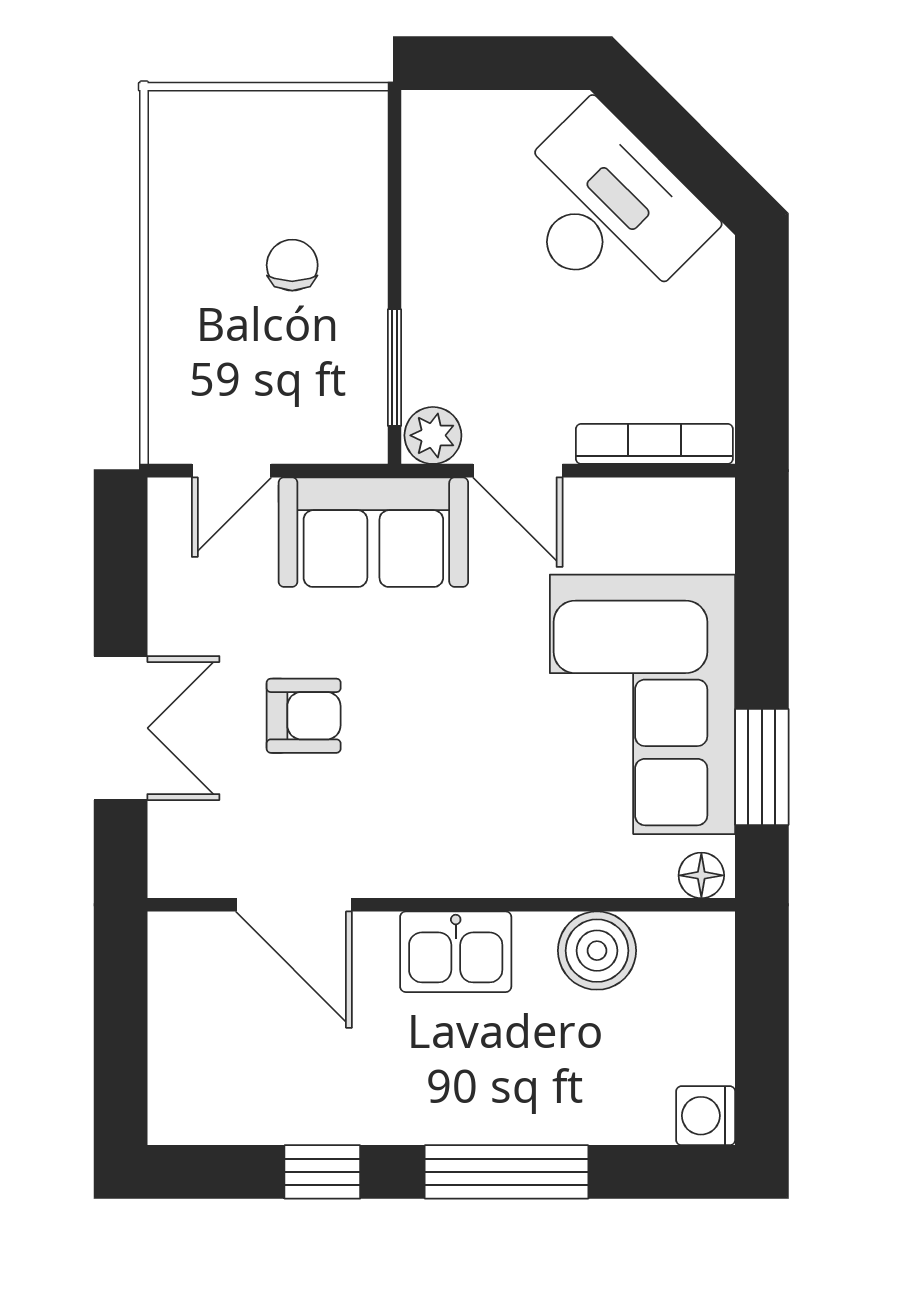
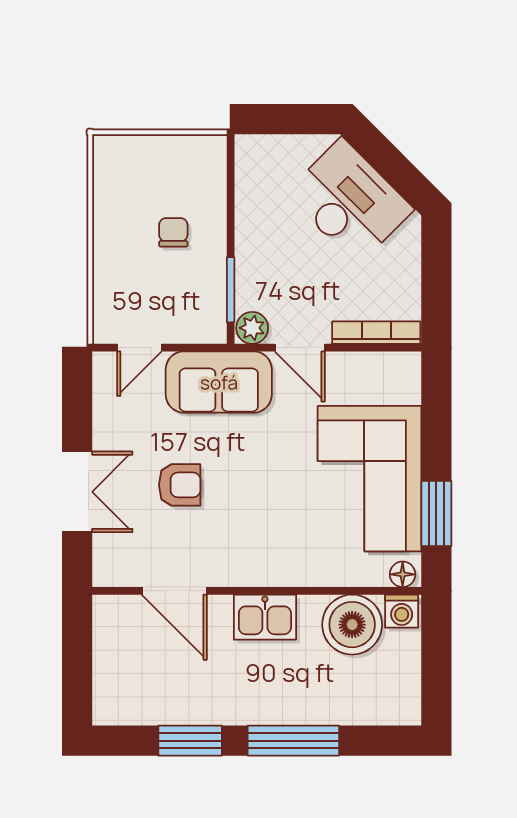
boiler: (597, 951) -> (352, 625), width x1.37, depth x1.37
washing machine: (706, 1116) -> (402, 611), moved, turned -90
window: (322, 1172) -> (190, 741), width x1.50

